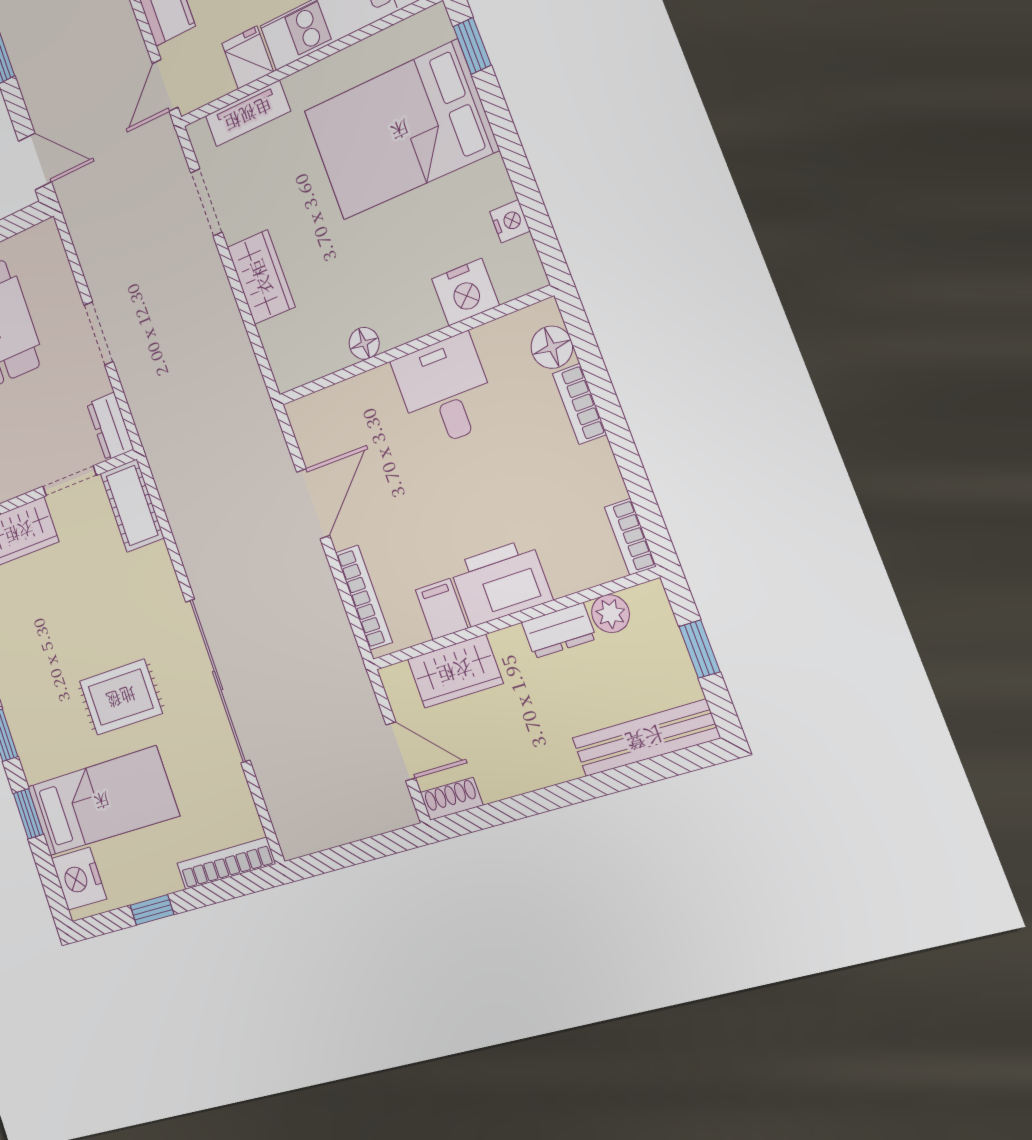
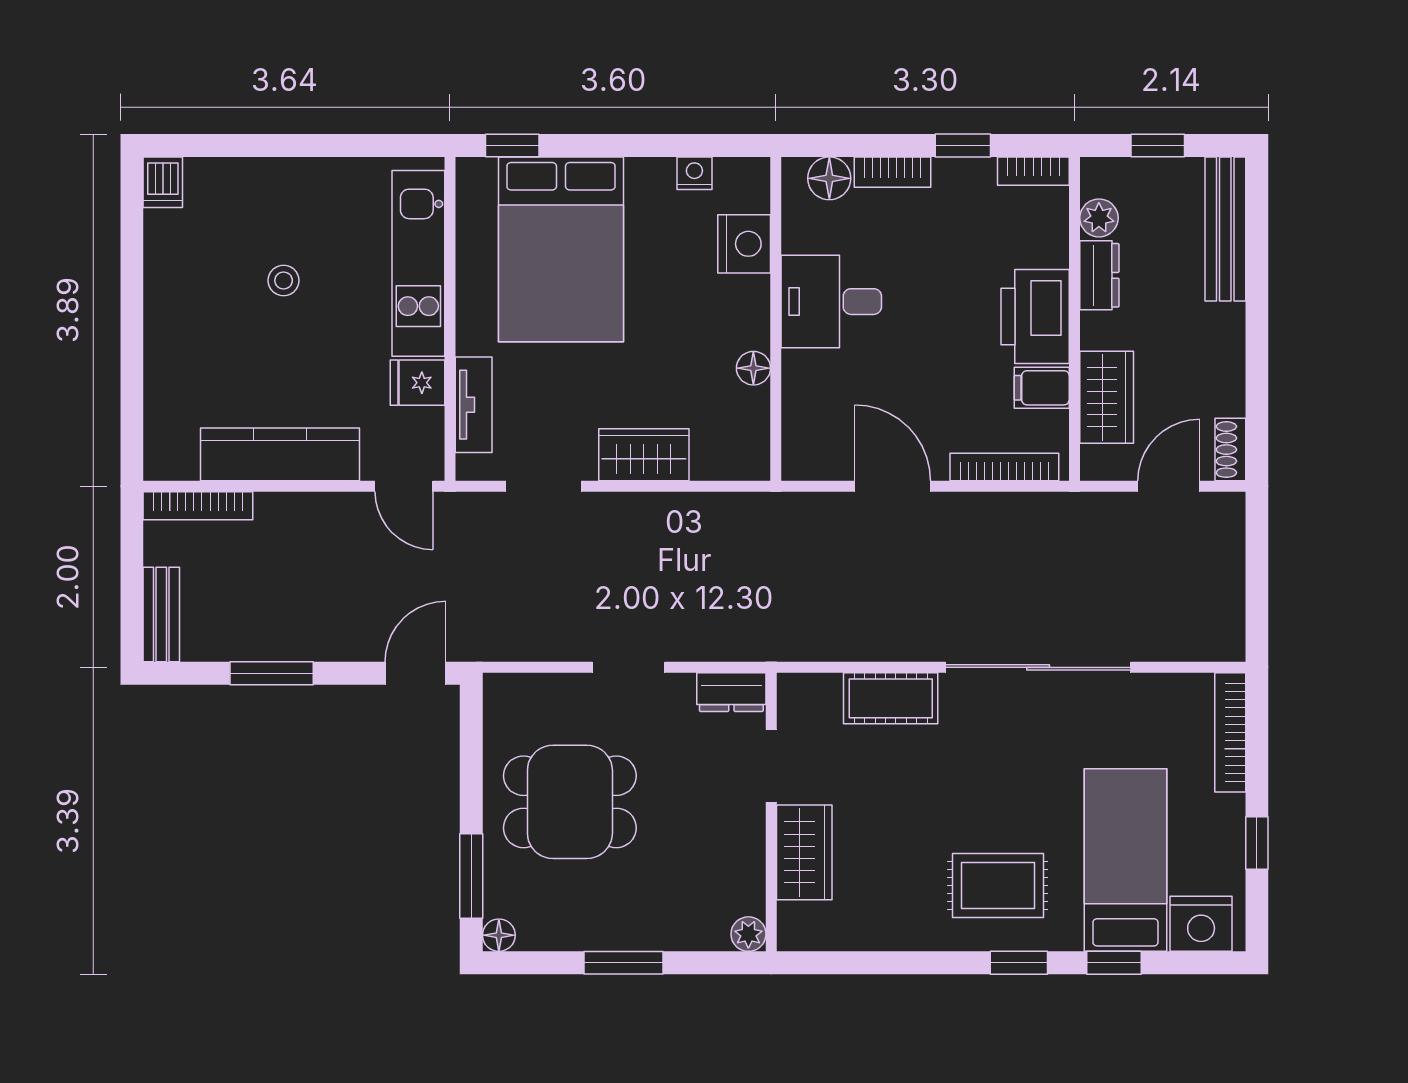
window: (629, 461) -> (963, 146), added
cot: (132, 506) -> (891, 698), moved
rug: (121, 697) -> (998, 886), moved, turned 90

